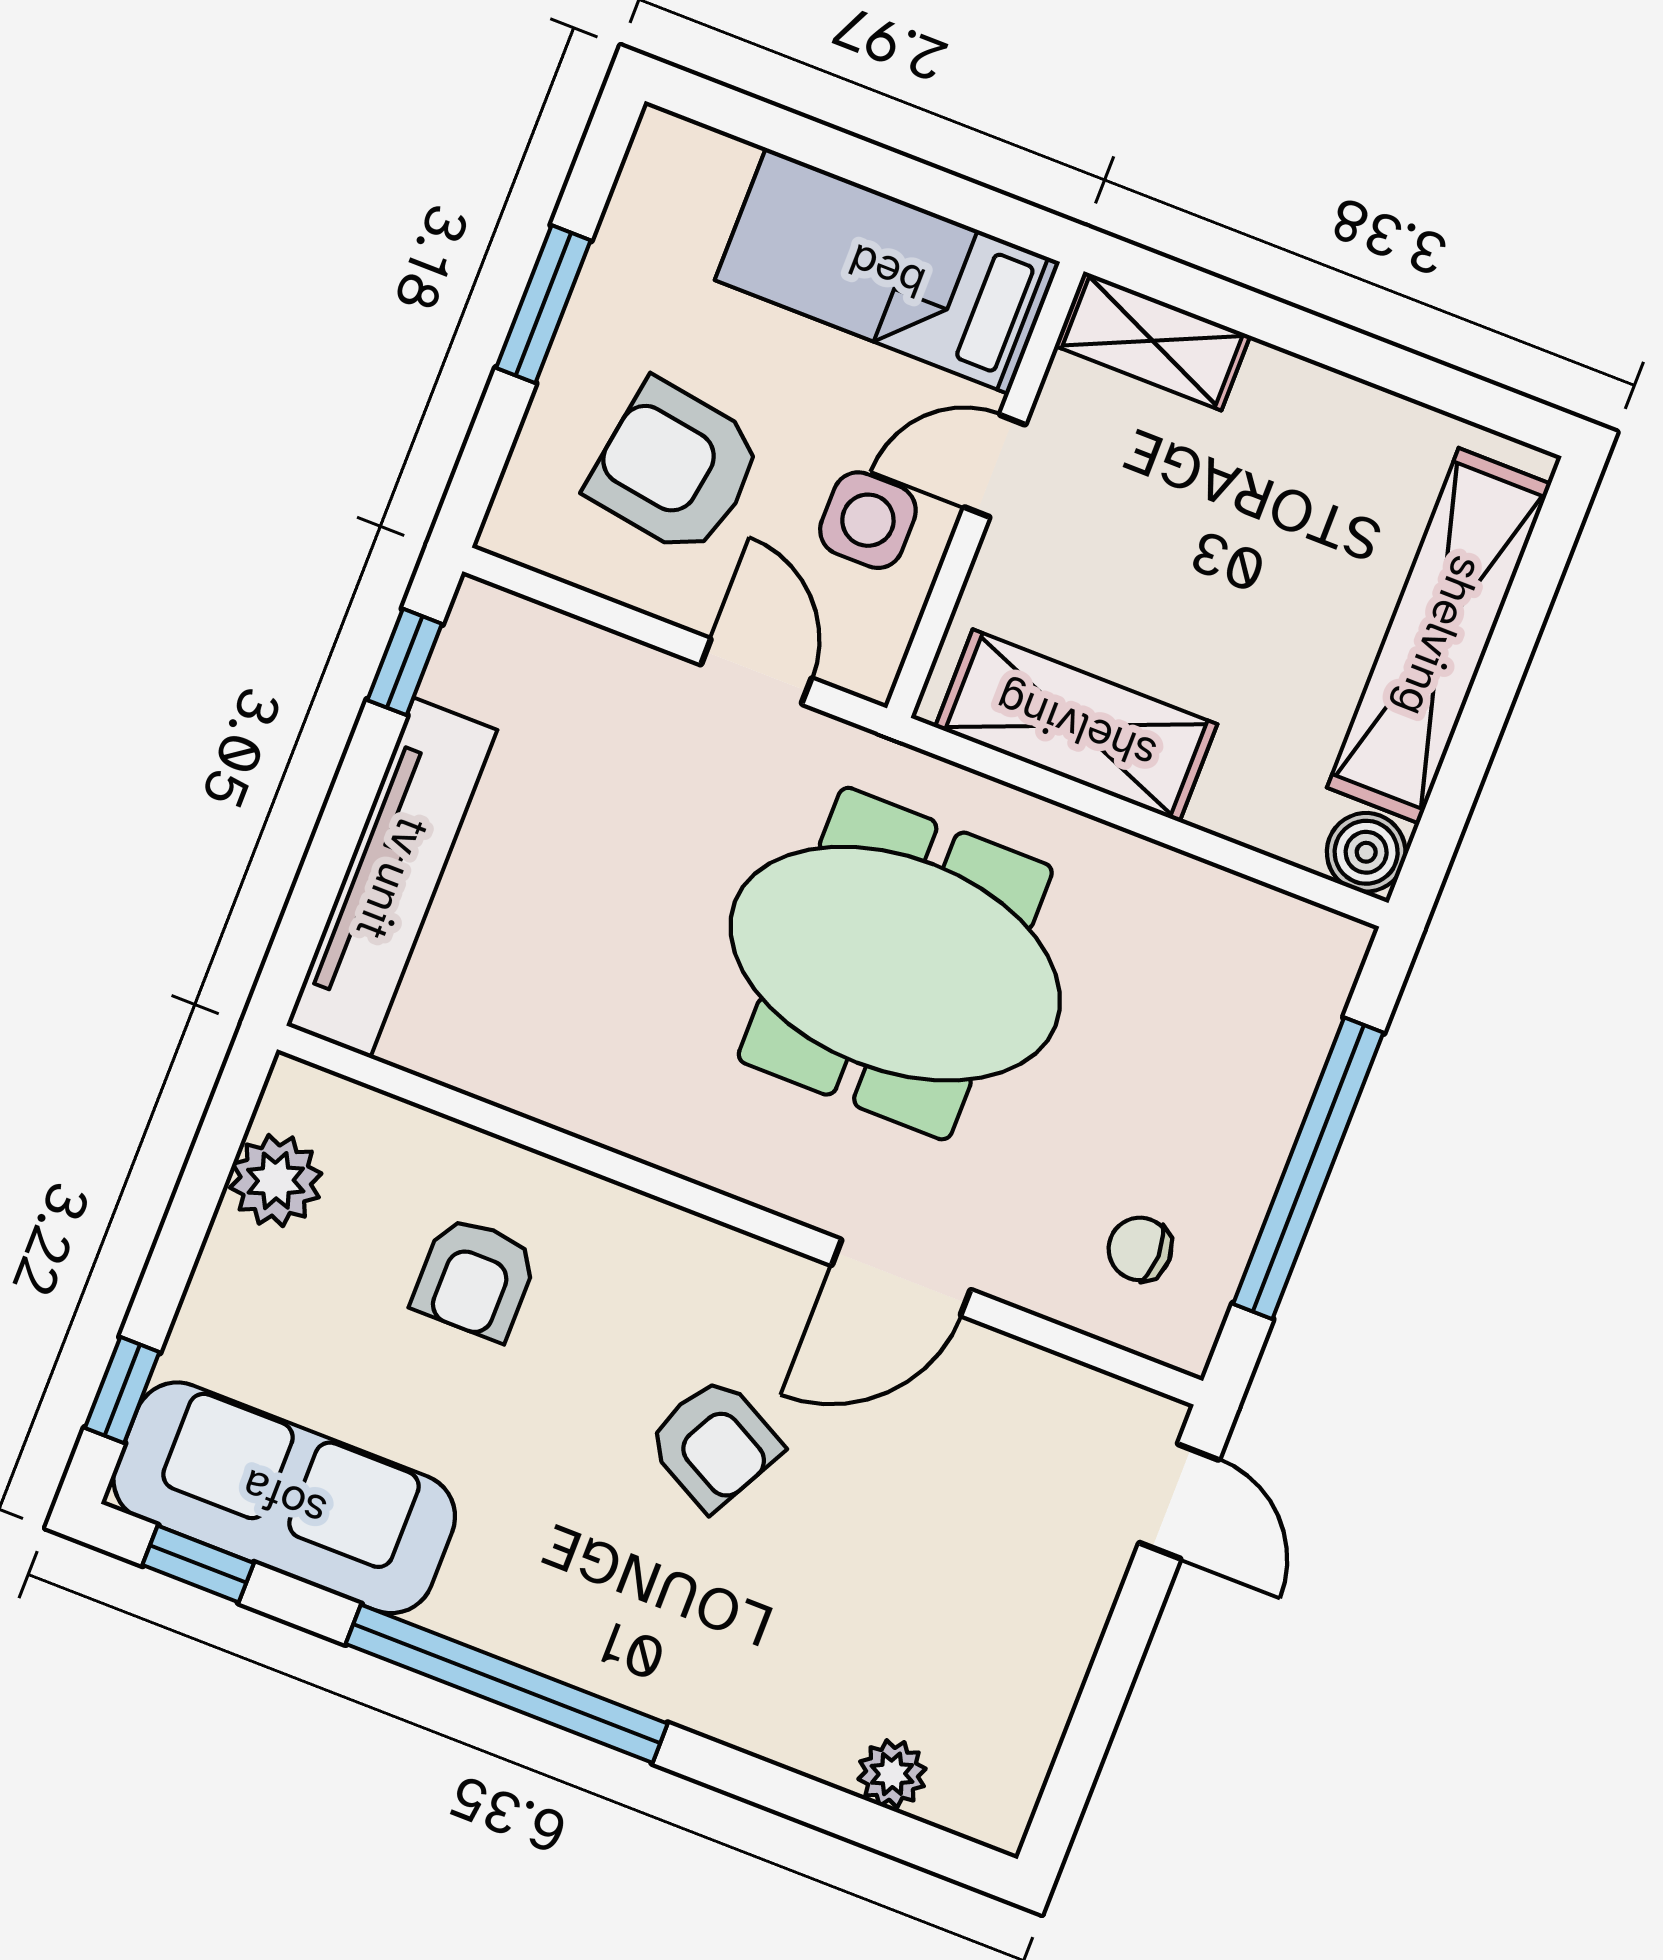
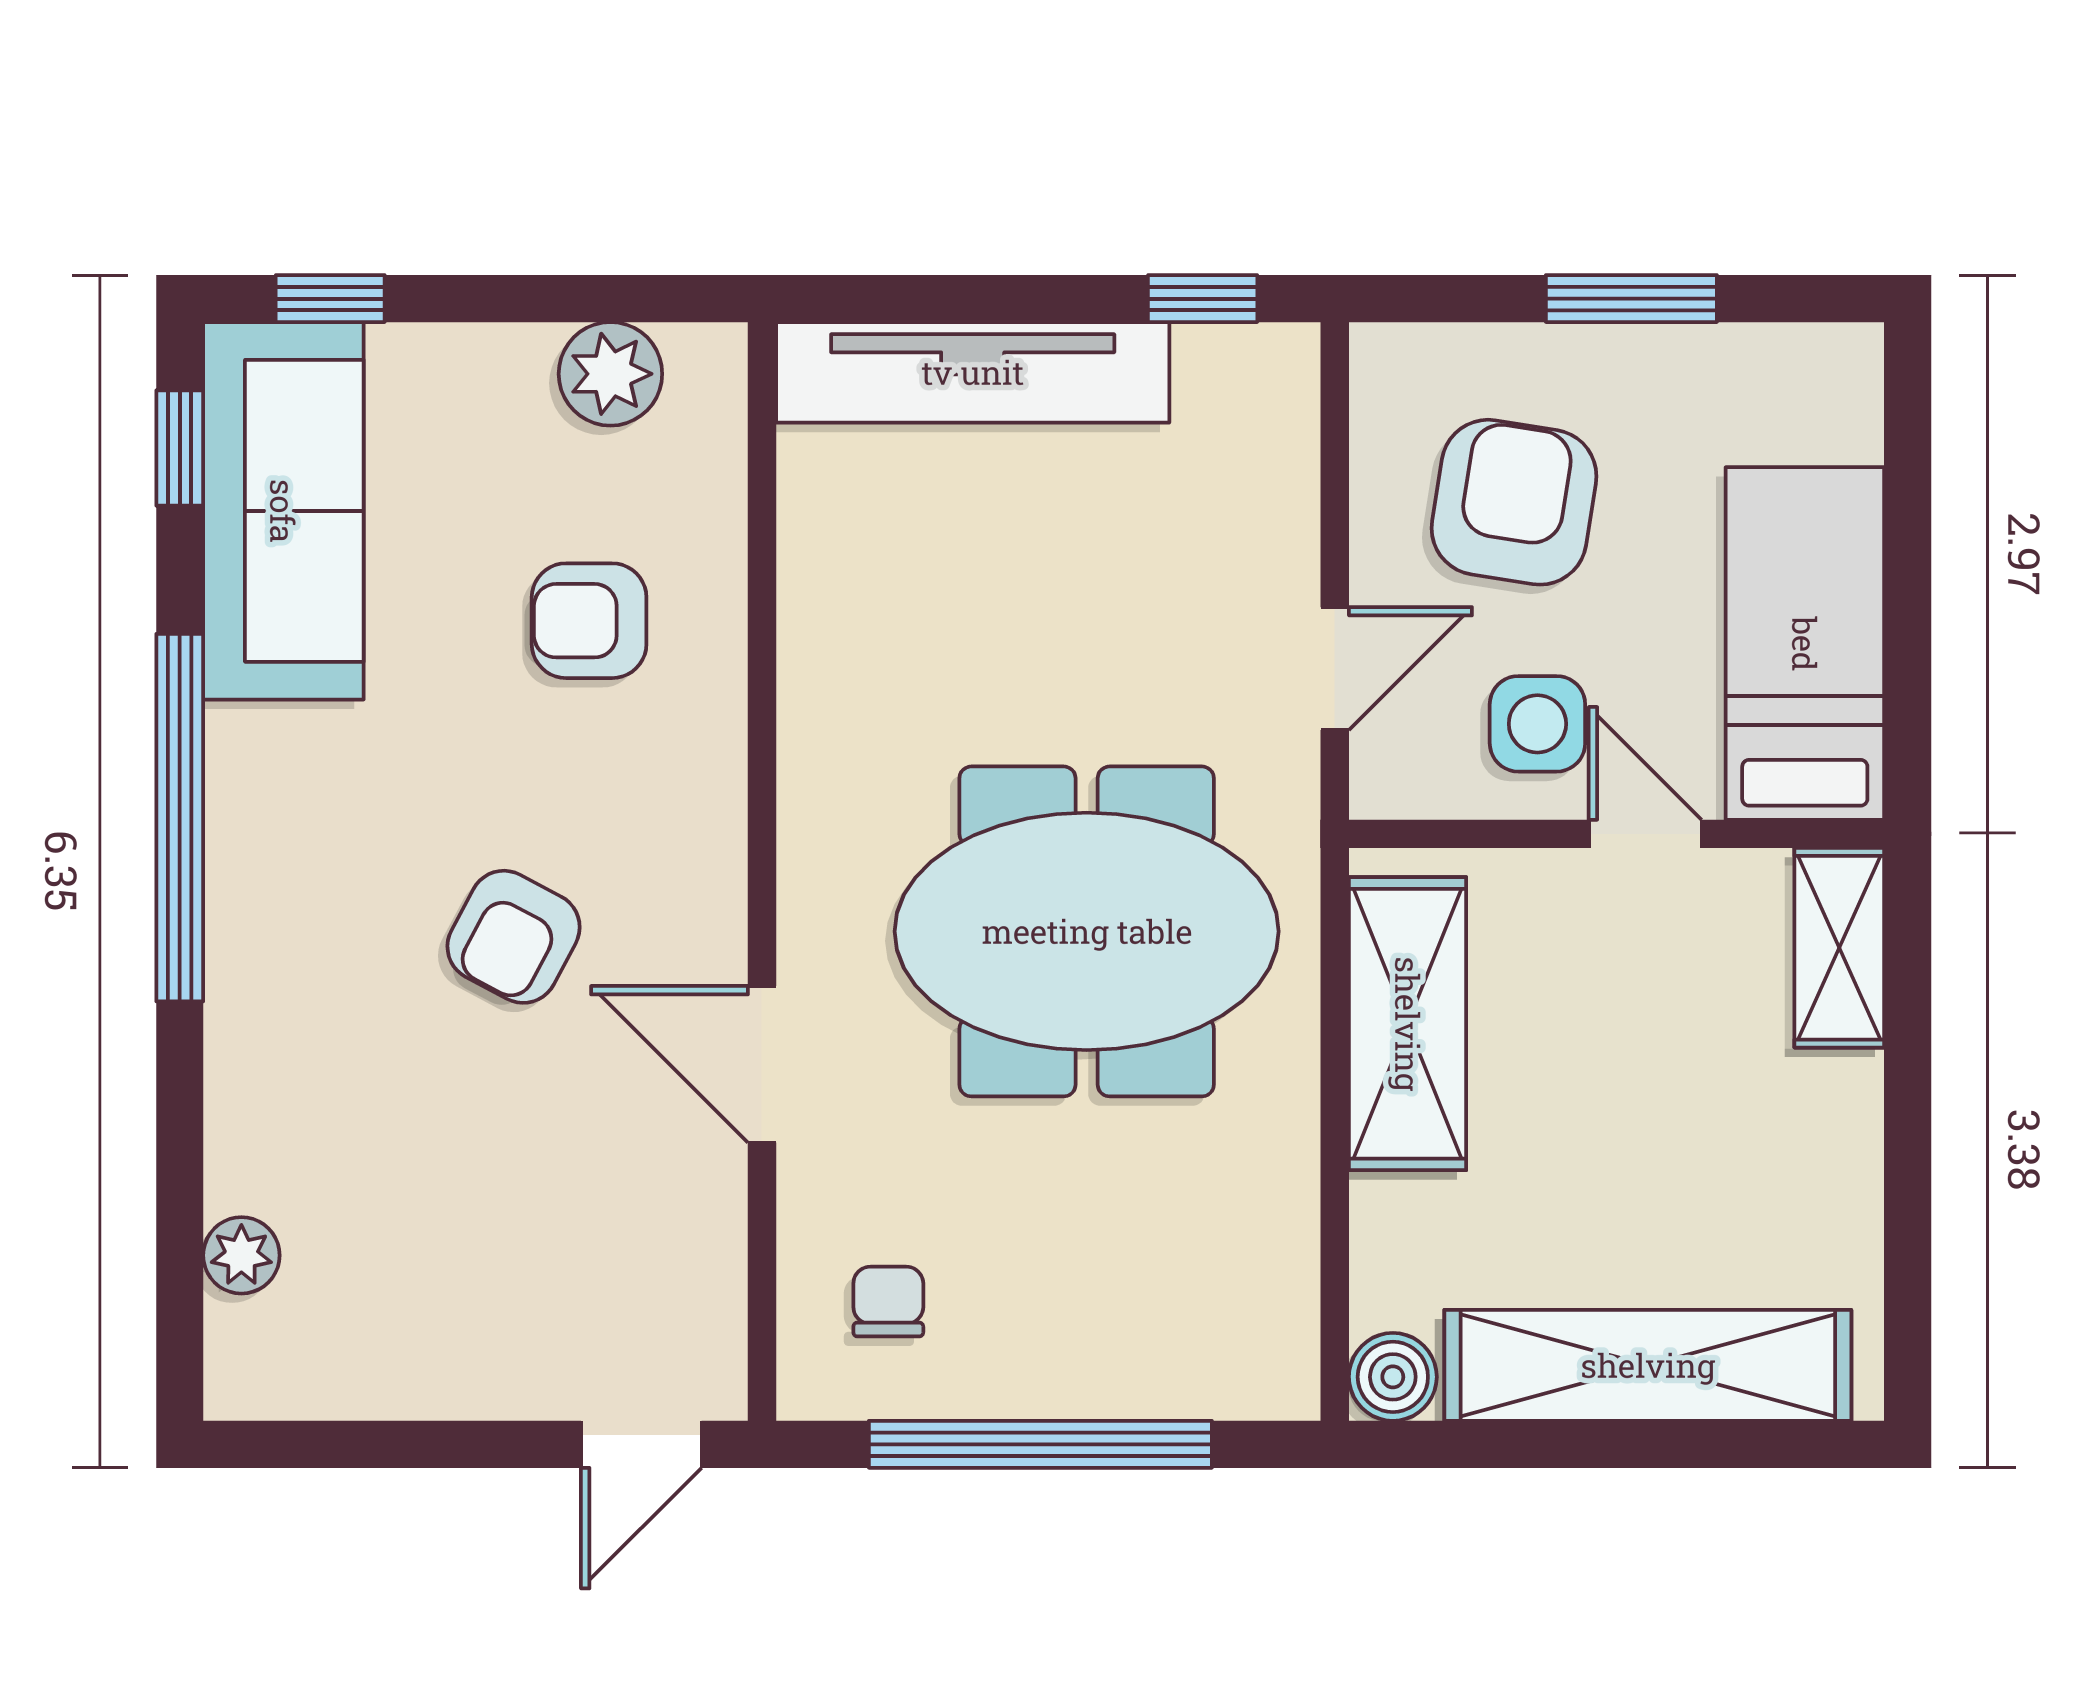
meeting table: (895, 964) -> (1087, 931), turned 90

